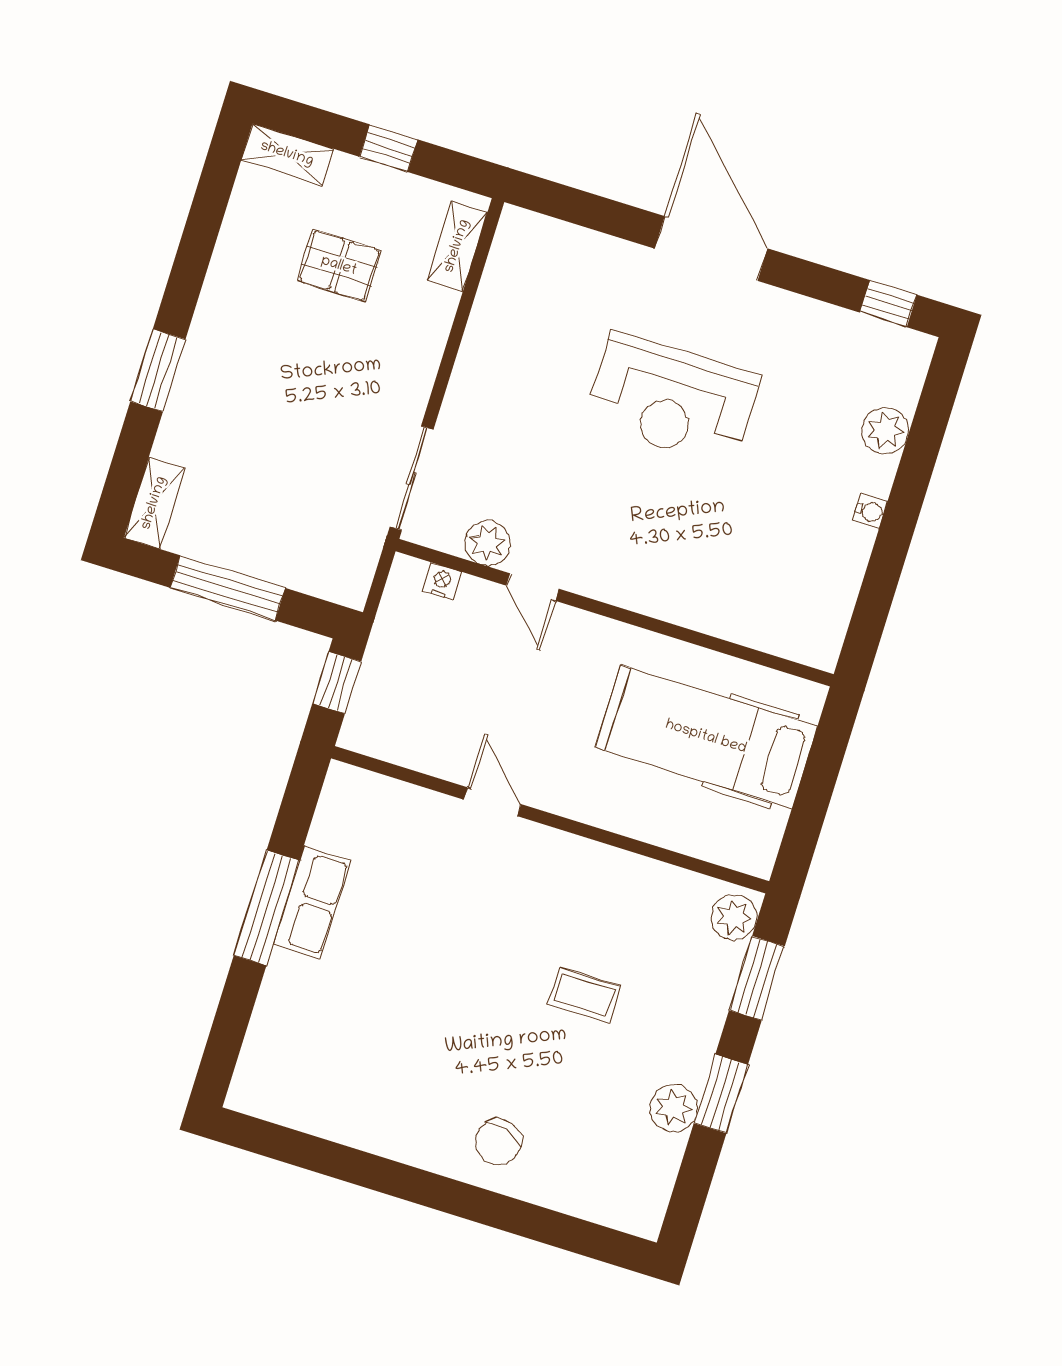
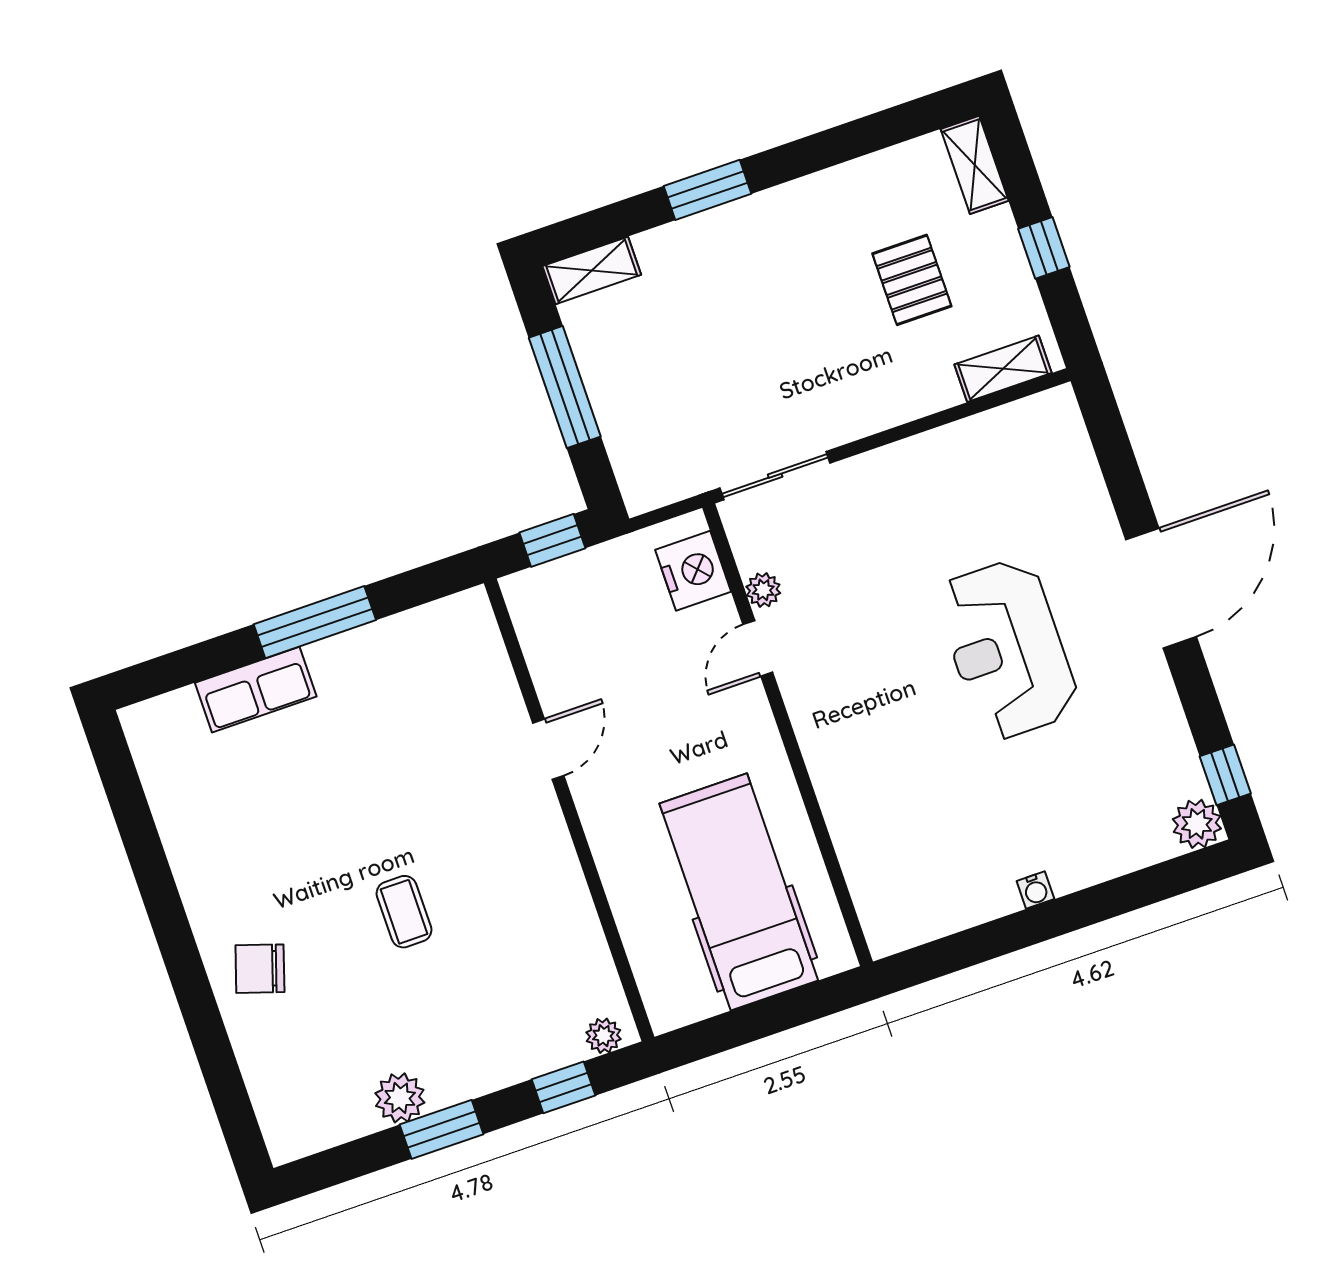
plant: (885, 431) -> (1197, 824), moved
plant: (487, 543) -> (763, 590), width x0.73, depth x0.73
nightstand: (442, 581) -> (693, 571), width x1.89, depth x1.79
row of seats: (312, 902) -> (256, 690), moved
plant: (734, 917) -> (603, 1036), width x0.73, depth x0.73
window: (757, 978) -> (563, 1087), width x0.67
coffee table: (585, 995) -> (404, 912), moved

